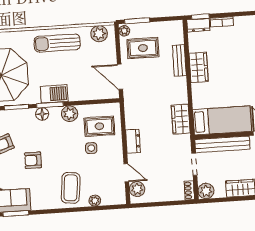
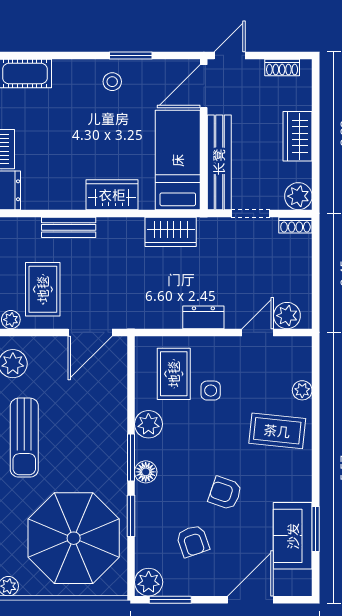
wardrobe: (199, 67) -> (112, 195), moved
barbecue: (54, 94) -> (112, 449), removed
armchair: (33, 160) -> (225, 493), turned 109

